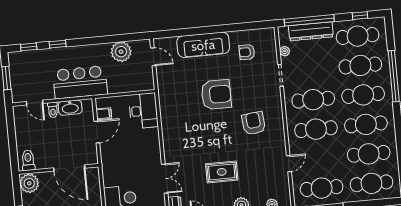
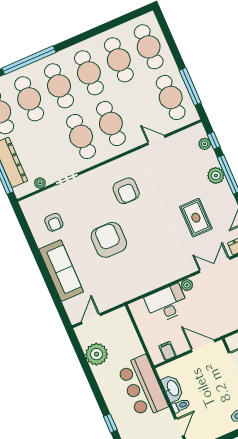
desk: (143, 111) -> (167, 304), moved
armchair: (254, 123) -> (126, 191), turned -84
door: (97, 132) -> (203, 346), moved
plant: (155, 149) -> (187, 285), added
rug: (222, 172) -> (196, 218), moved

